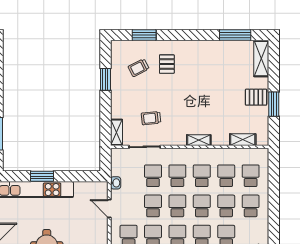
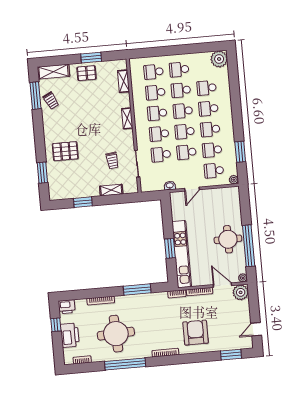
pallet: (167, 64) -> (65, 151), width x1.50, depth x1.42
trolley: (139, 68) -> (51, 101), moved
pallet: (256, 97) -> (87, 73), turned 90
shelving: (116, 132) -> (111, 190), moved

